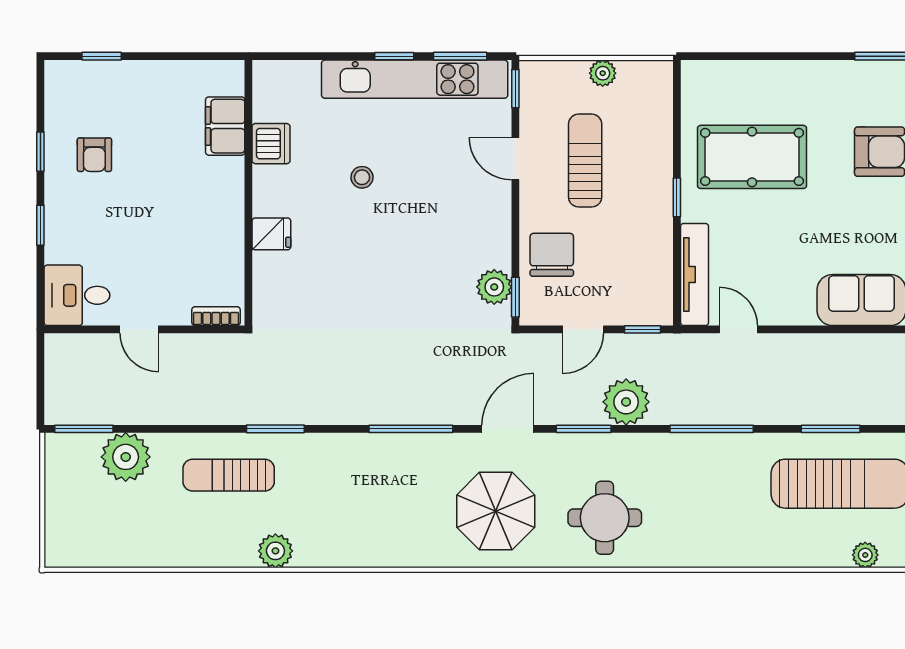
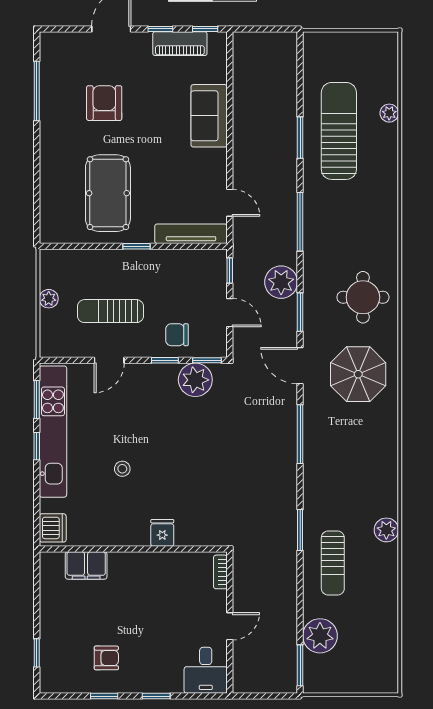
window: (515, 89) -> (165, 360), moved
dishwasher: (271, 144) -> (53, 528), moved, turned 90
chair: (552, 255) -> (177, 335), width x0.73, depth x0.73
plant: (494, 287) -> (195, 380), width x1.36, depth x1.36
door: (738, 329) -> (230, 203), swing flipped

